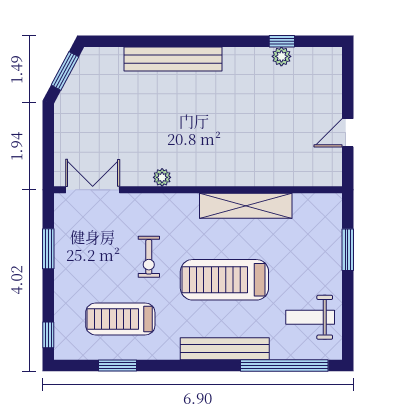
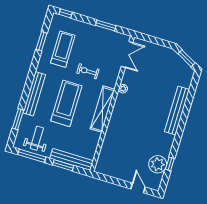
plant: (281, 56) -> (158, 164), width x1.87, depth x1.87
door: (348, 133) -> (138, 188), moved
shelving: (246, 206) -> (102, 109), moved
bench: (331, 237) -> (72, 159), added
window: (348, 317) -> (32, 156), added
window: (284, 365) -> (18, 119), width x0.47

